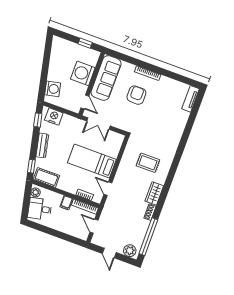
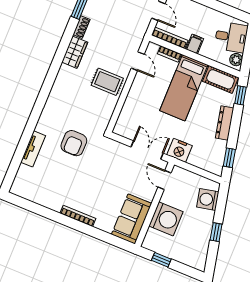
window: (46, 65) -> (216, 232), added
sofa: (106, 78) -> (132, 219), width x0.73
armchair: (136, 95) -> (74, 143), moved
tv unit: (191, 99) -> (33, 149), moved
nightstand: (54, 116) -> (180, 150), moved
bed: (92, 161) -> (184, 88), moved, turned 90
rug: (148, 163) -> (107, 82), moved

